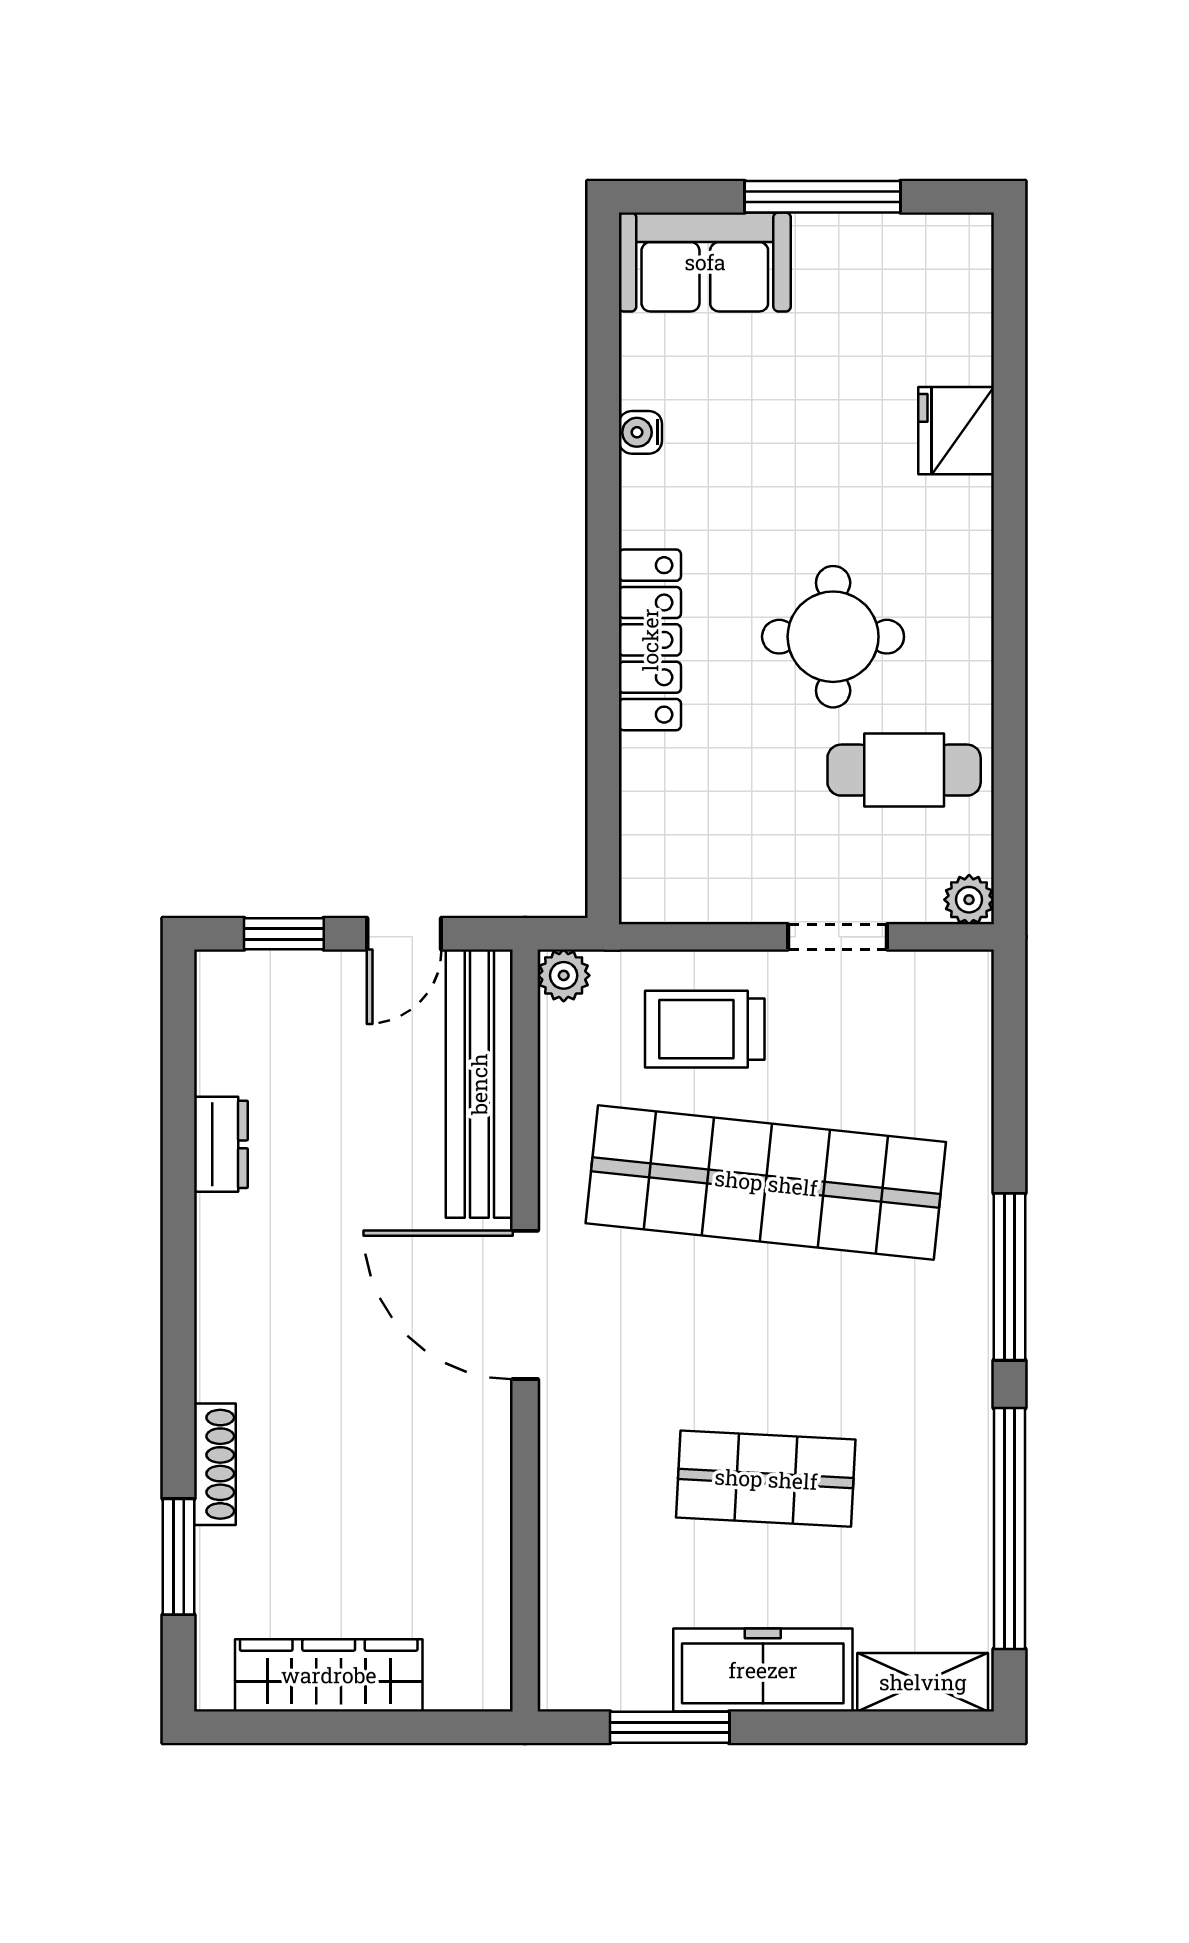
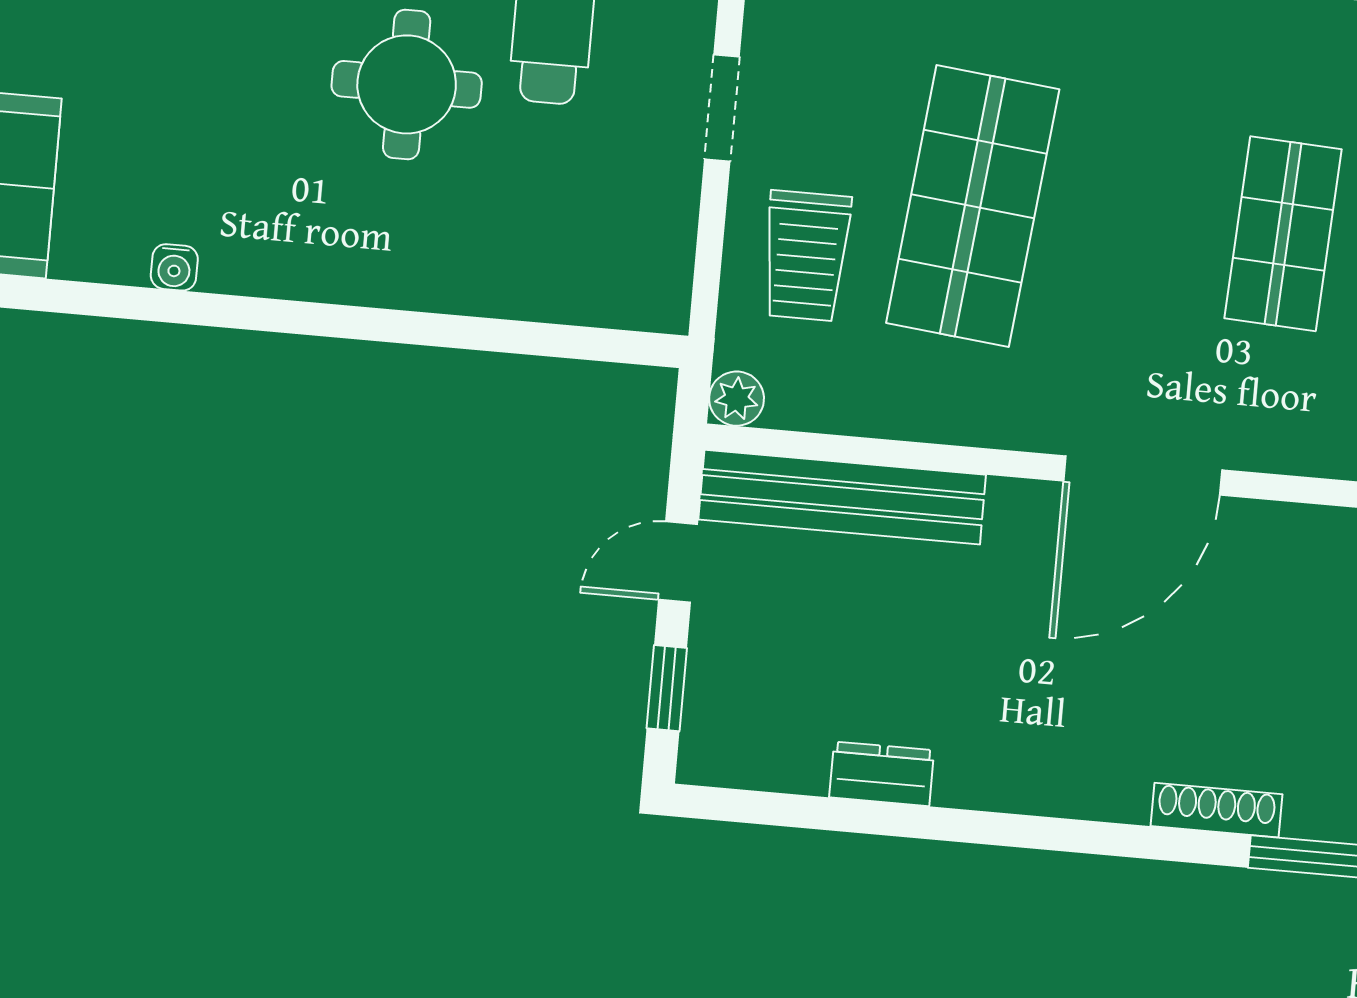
locker: (650, 640) -> (393, 277), removed
door: (404, 934) -> (678, 562), swing flipped
shop shelf: (766, 1183) -> (973, 206), width x0.71
door: (525, 1305) -> (1143, 475), moved

